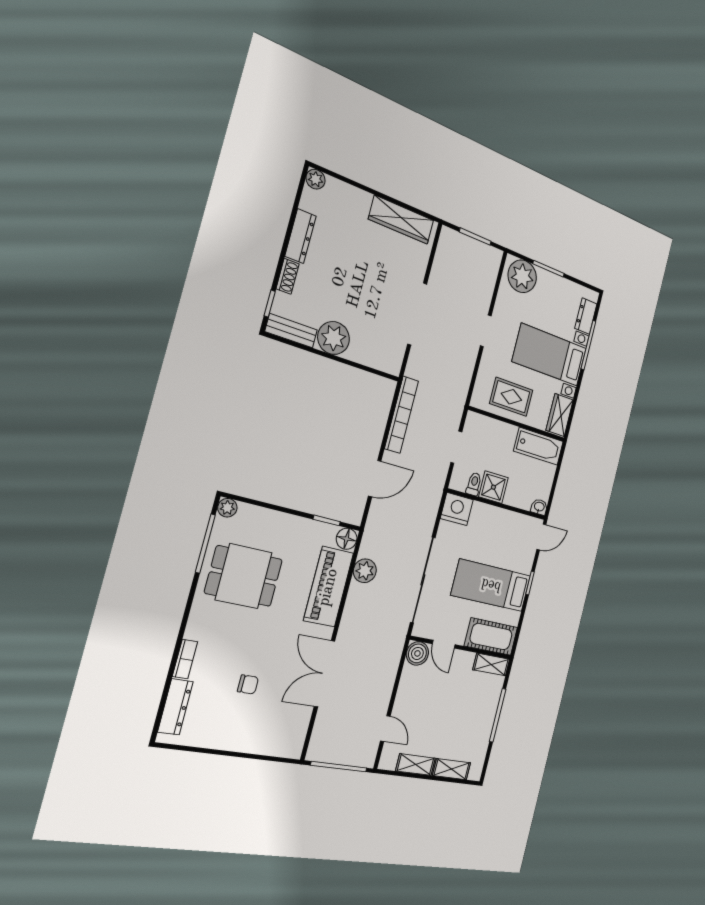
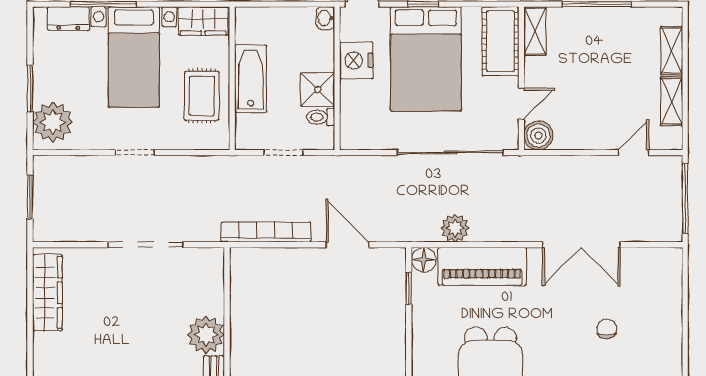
bathtub: (539, 446) -> (251, 79), moved
nightstand: (457, 509) -> (356, 60), moved
bed: (491, 585) -> (426, 59), width x1.50

